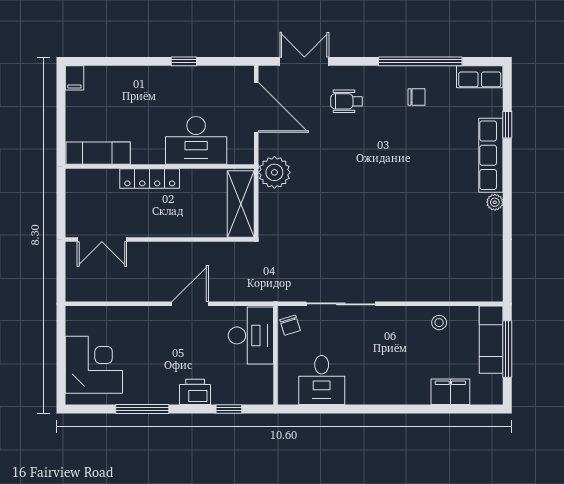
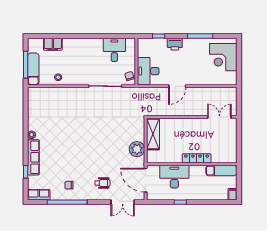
desk: (196, 140) -> (174, 177), moved
exam couch: (98, 153) -> (221, 171), moved
wall: (160, 167) -> (192, 164), moved
locker: (150, 178) -> (197, 158), moved

